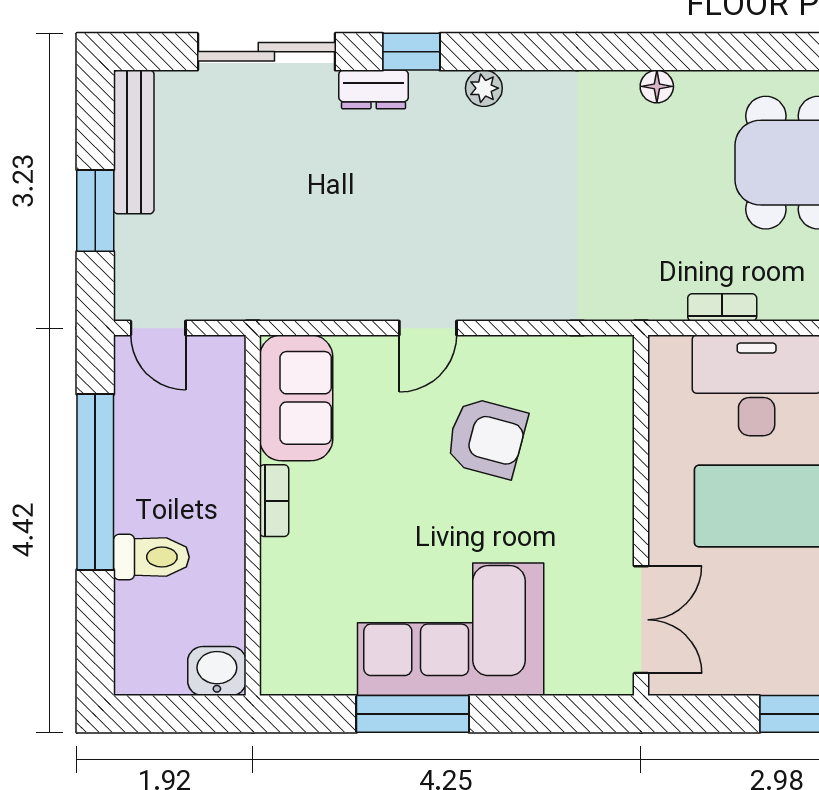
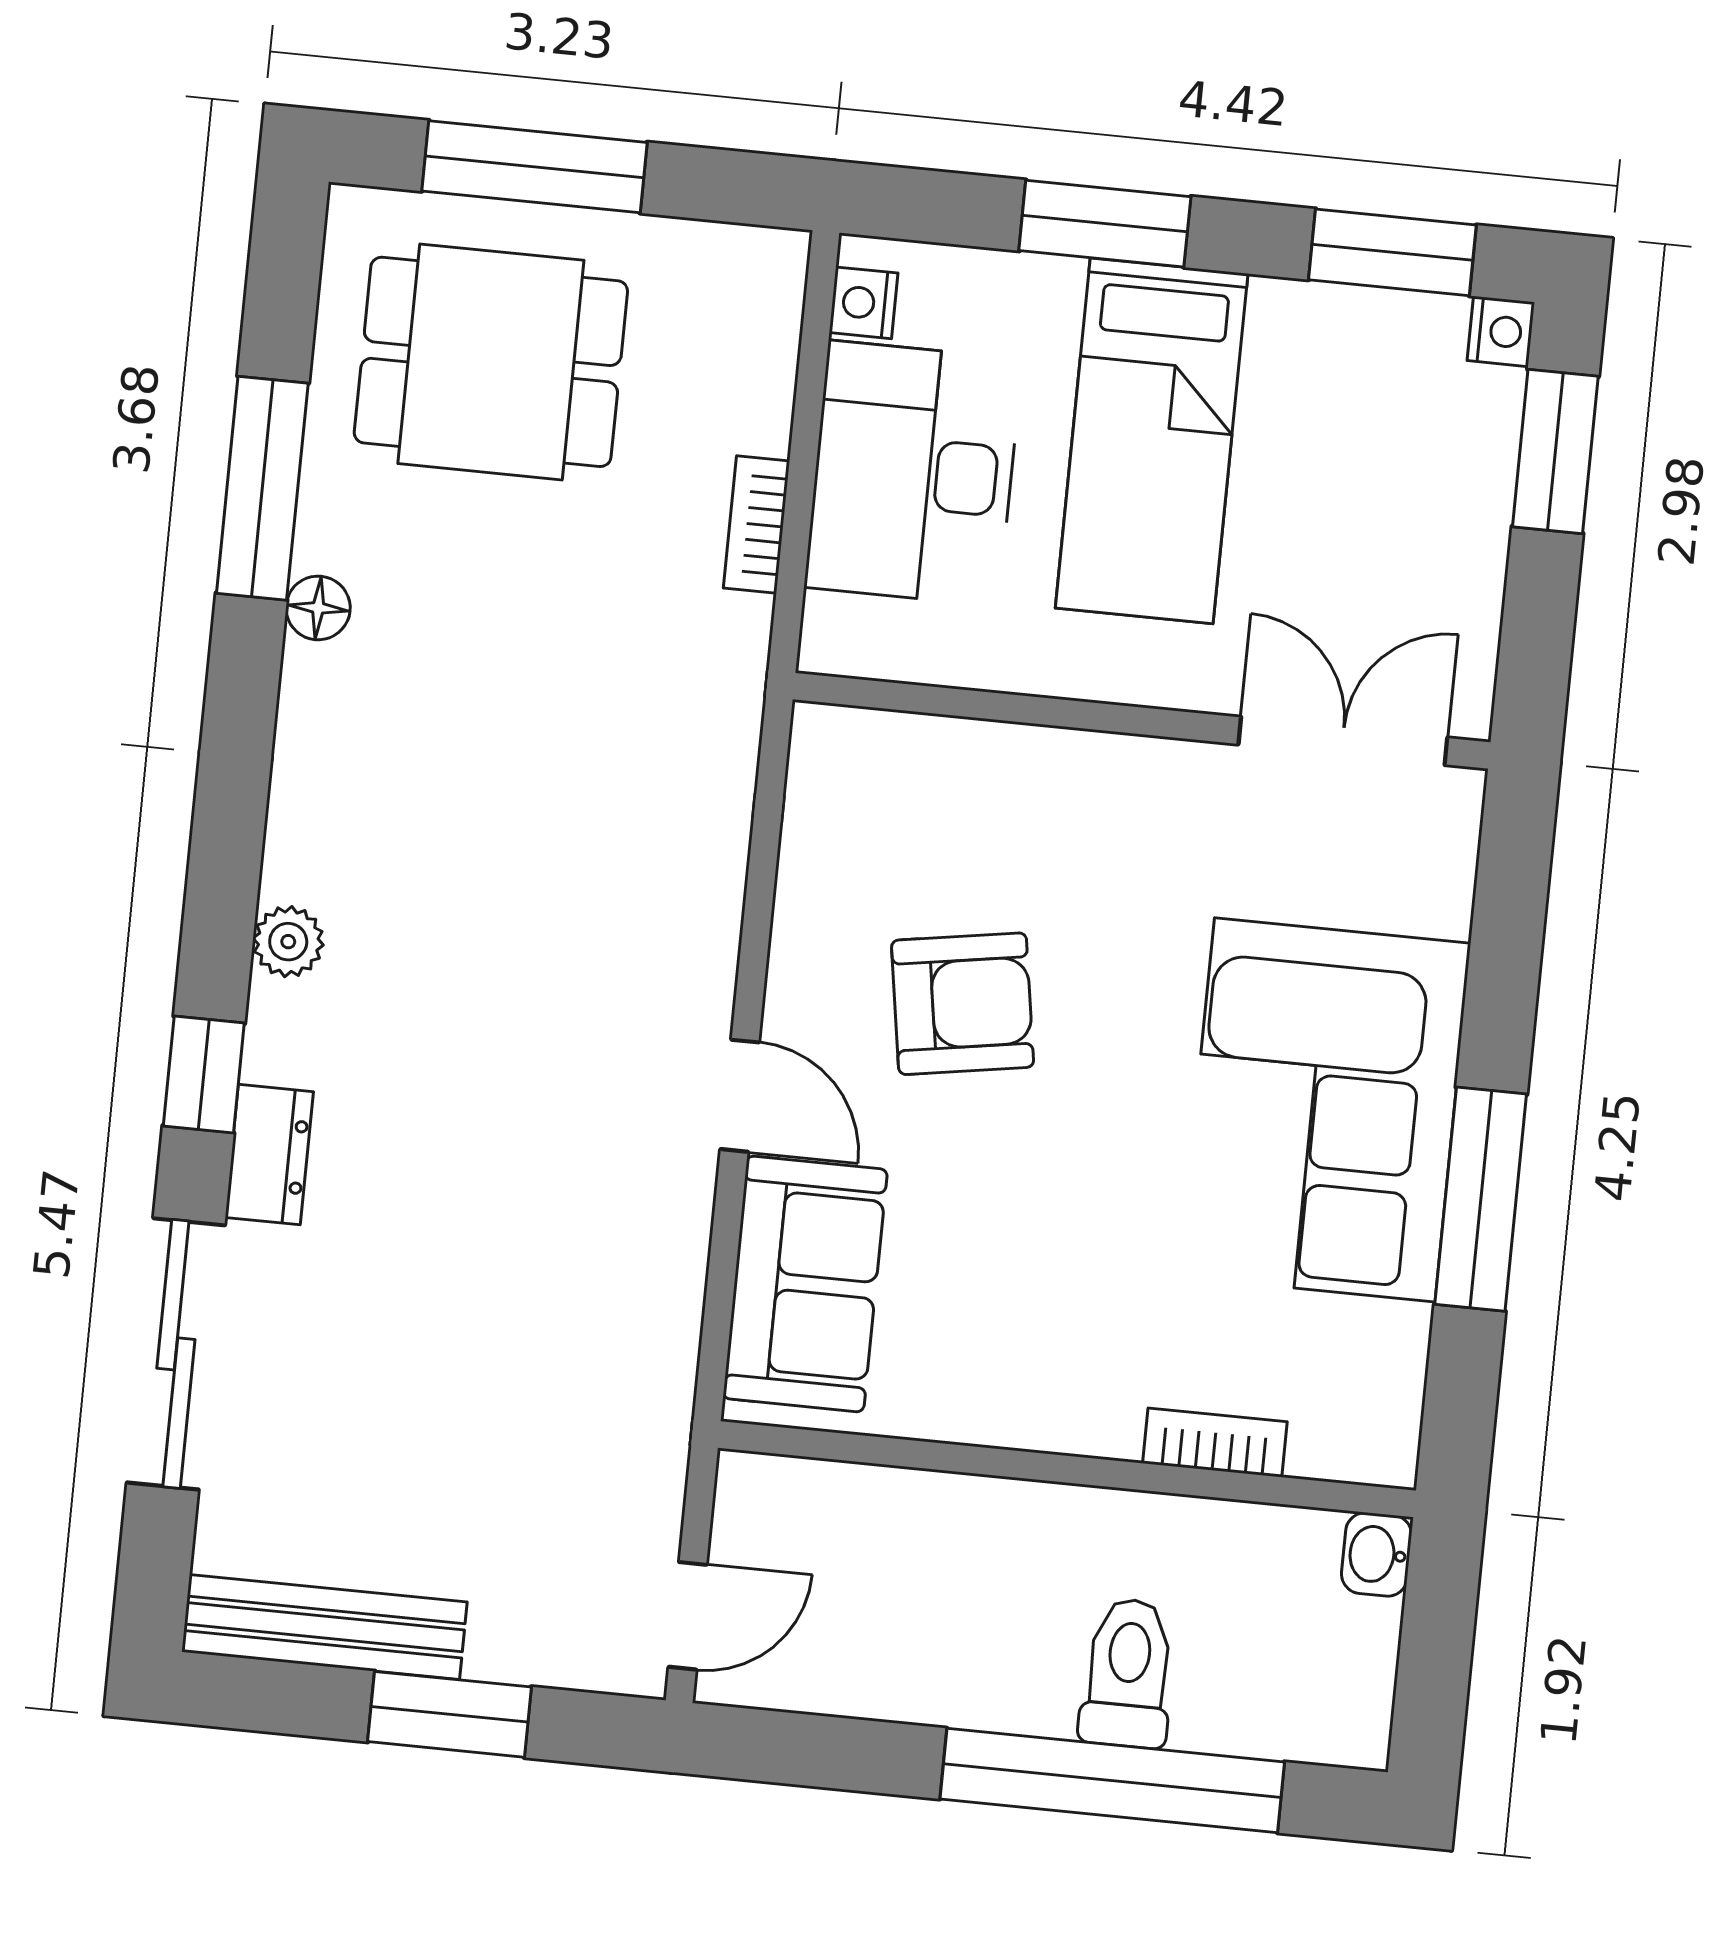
window: (715, 52) -> (262, 488), added
sofa: (296, 398) -> (805, 1284), moved, turned 90
armchair: (487, 438) -> (963, 1004), turned 66
window: (95, 482) -> (1112, 1780), moved
bookcase: (274, 501) -> (1215, 1443), moved
washbasin: (217, 671) -> (1377, 1554), width x0.72, depth x0.69

